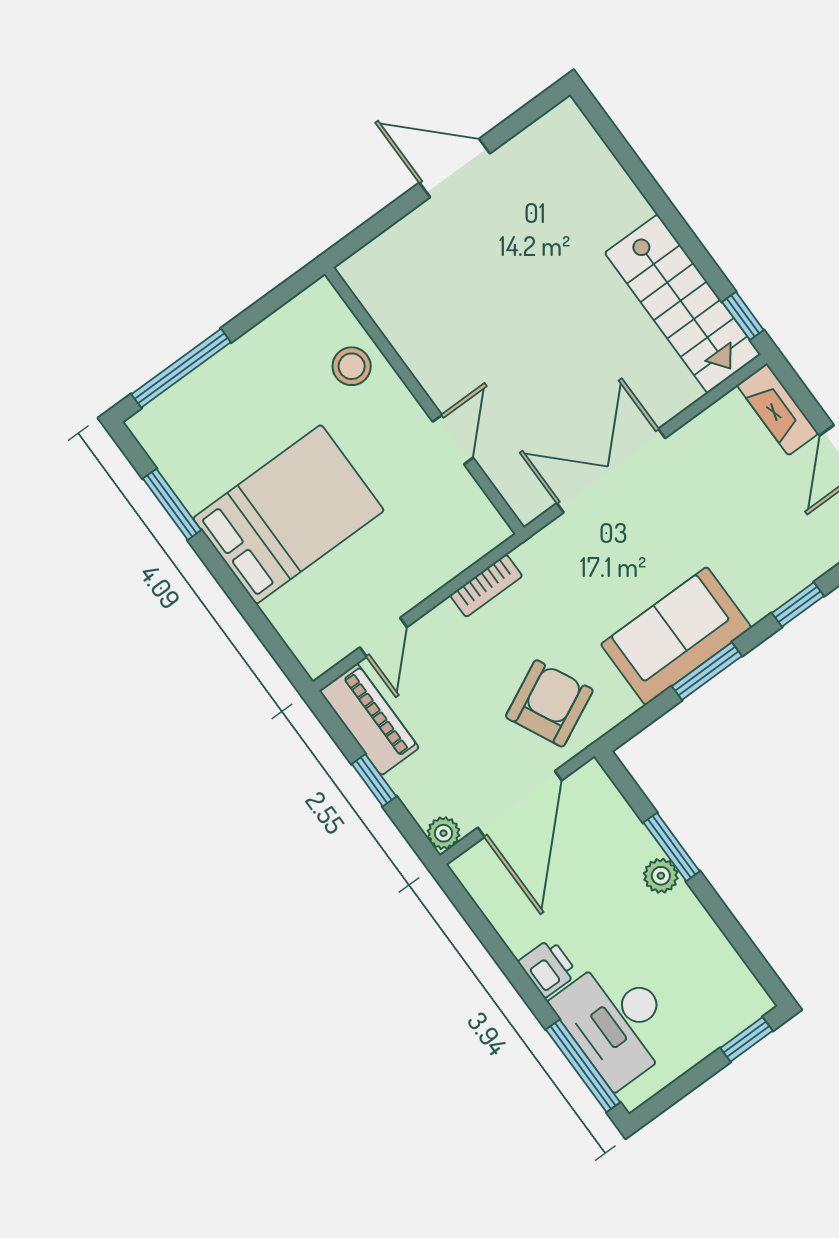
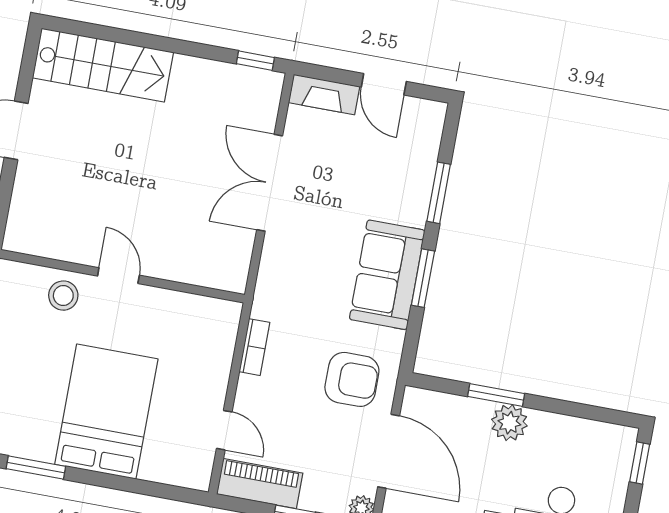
stairs: (683, 304) -> (103, 65), moved
door: (453, 440) -> (118, 276), moved
double door: (611, 471) -> (270, 183), moved
window: (798, 605) -> (439, 193), width x1.50
armchair: (549, 703) -> (352, 379), turned 116
plant: (661, 876) -> (509, 423), width x1.38, depth x1.38

